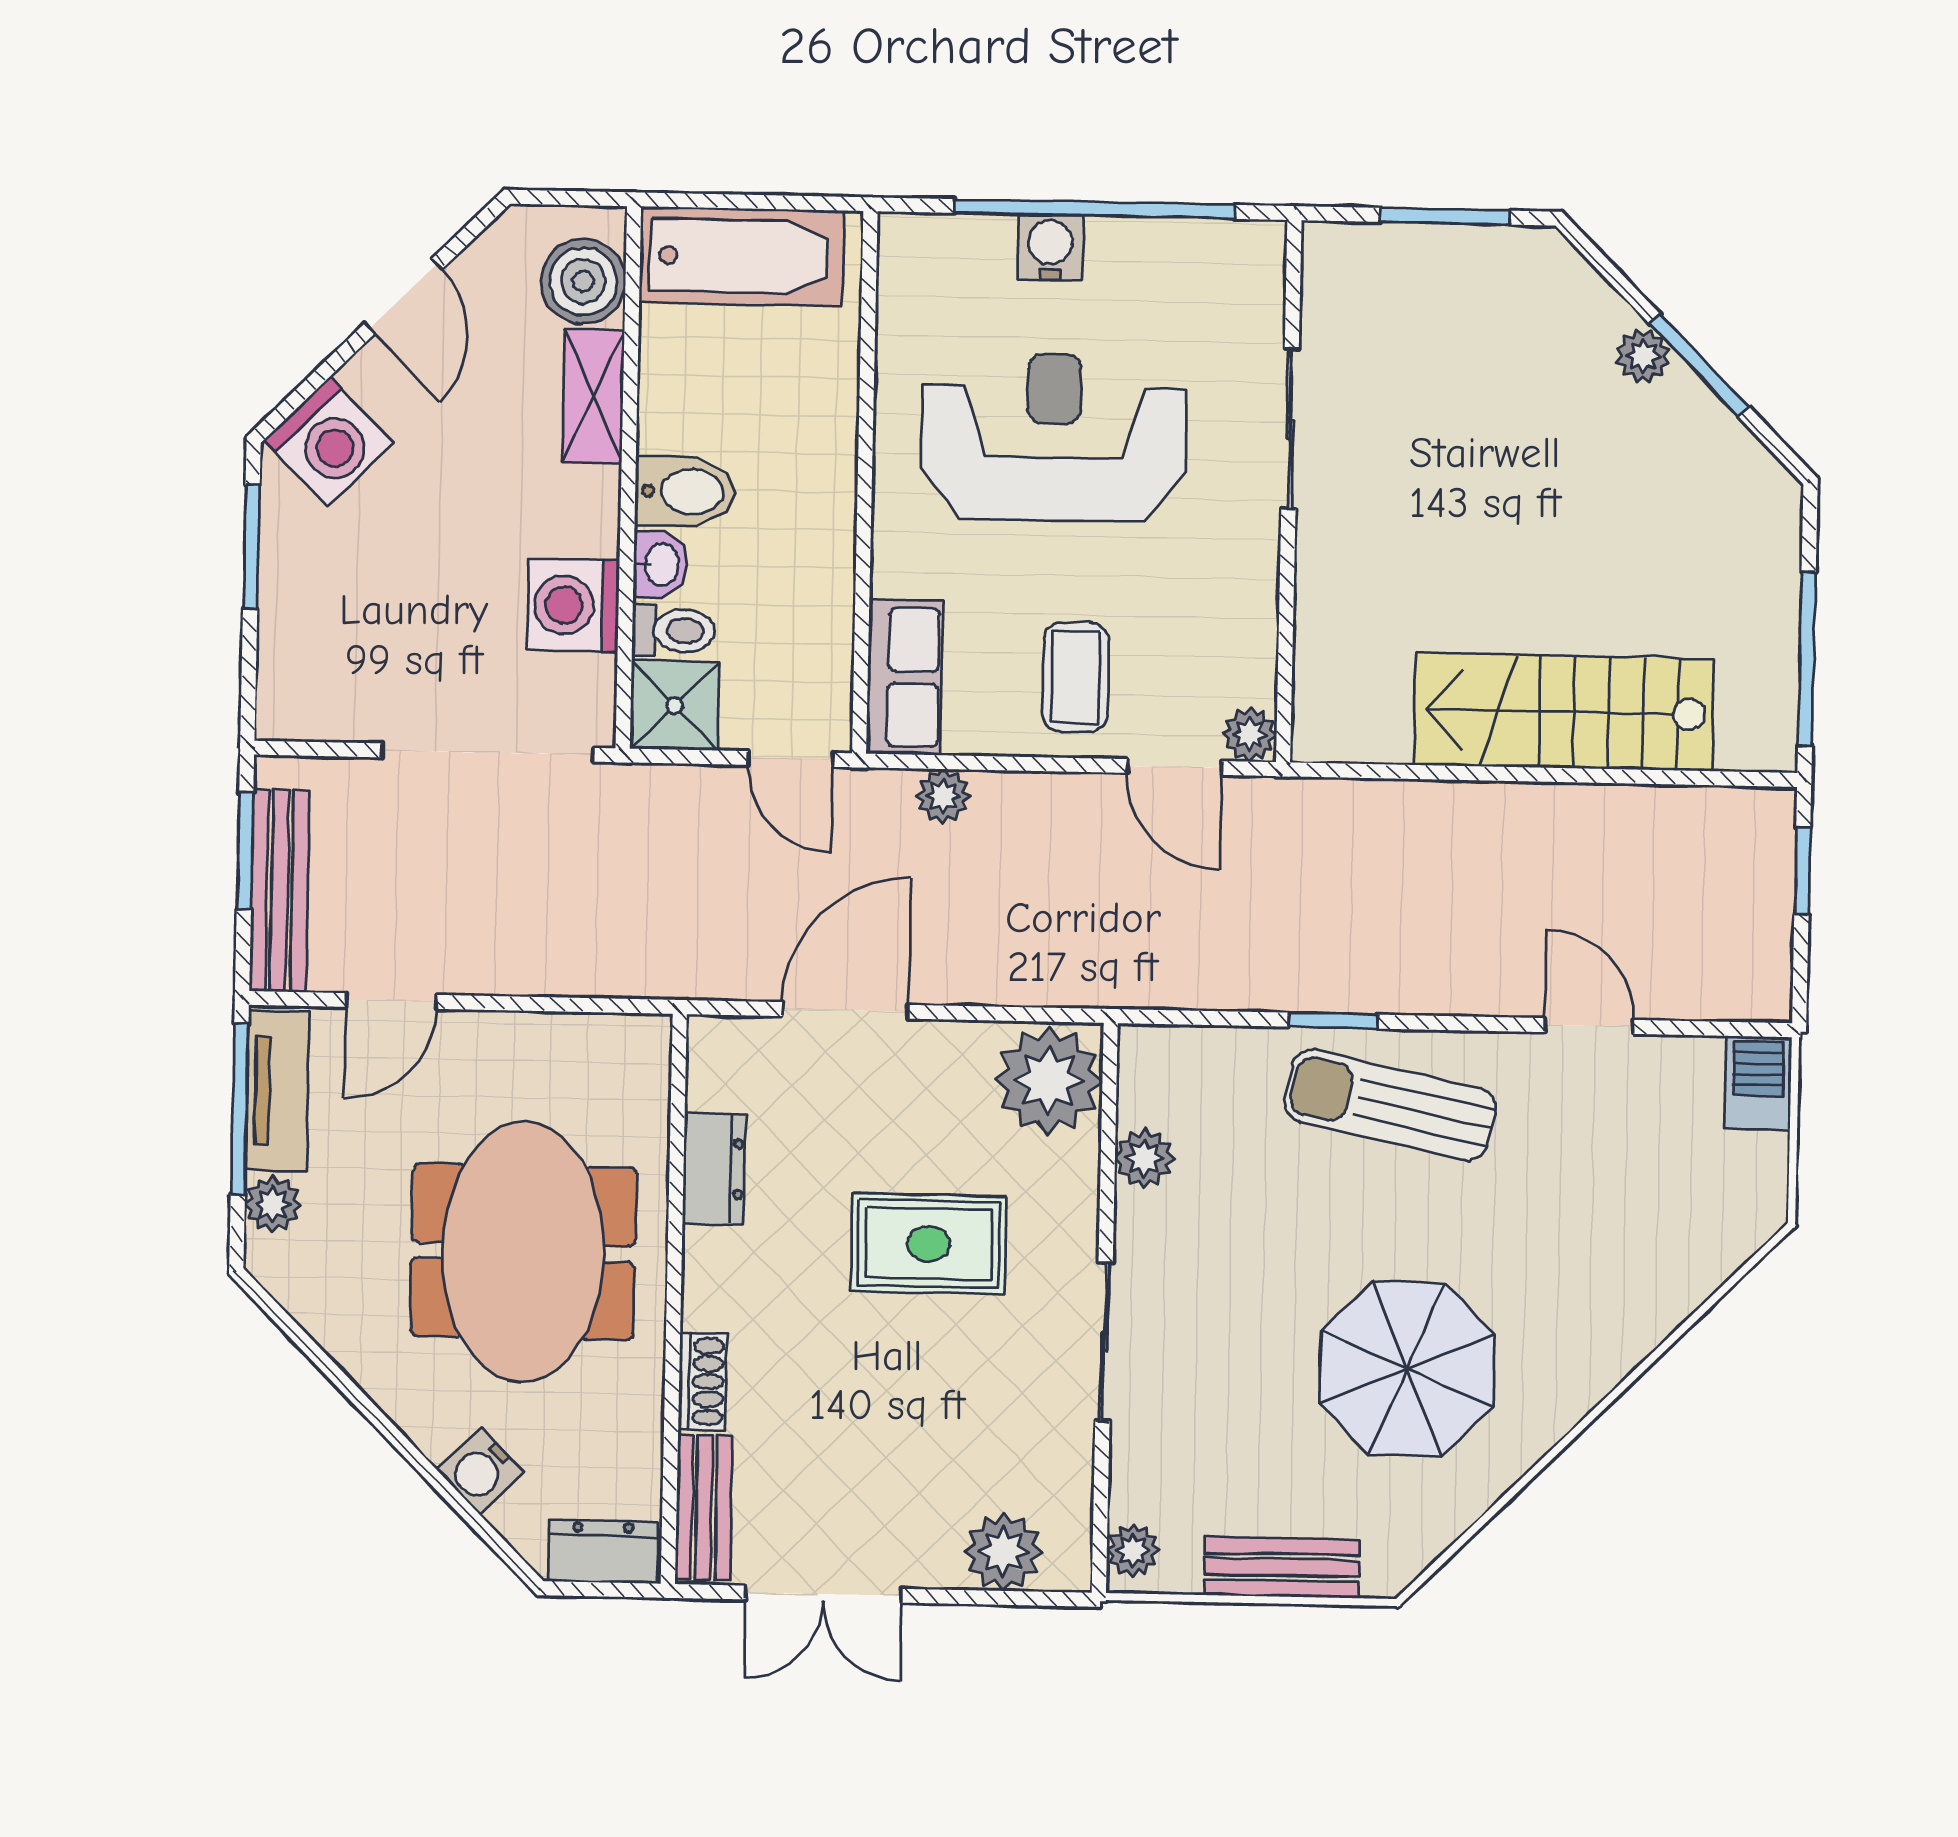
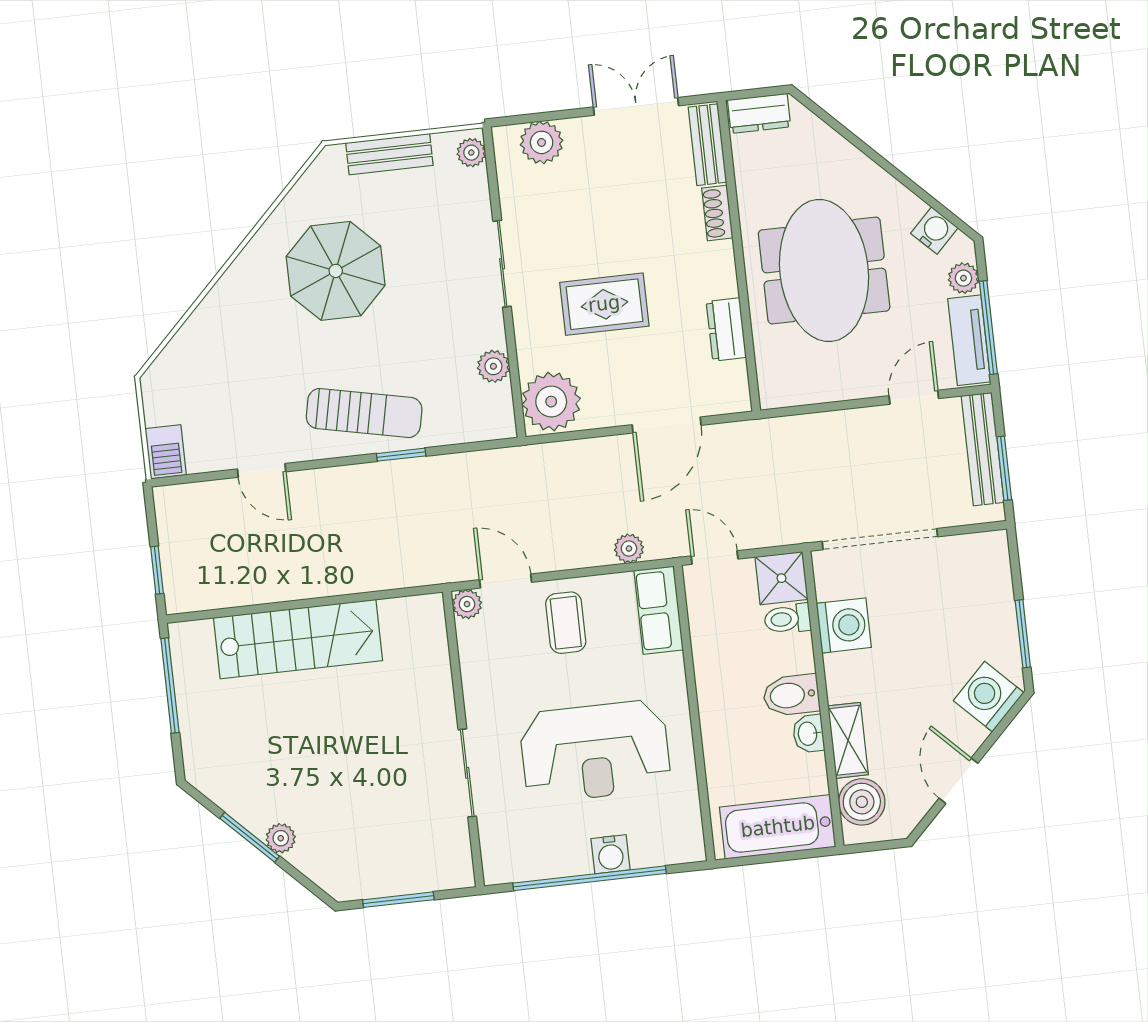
washbasin: (660, 564) -> (808, 734), moved
water cooler: (480, 1471) -> (934, 231), moved

